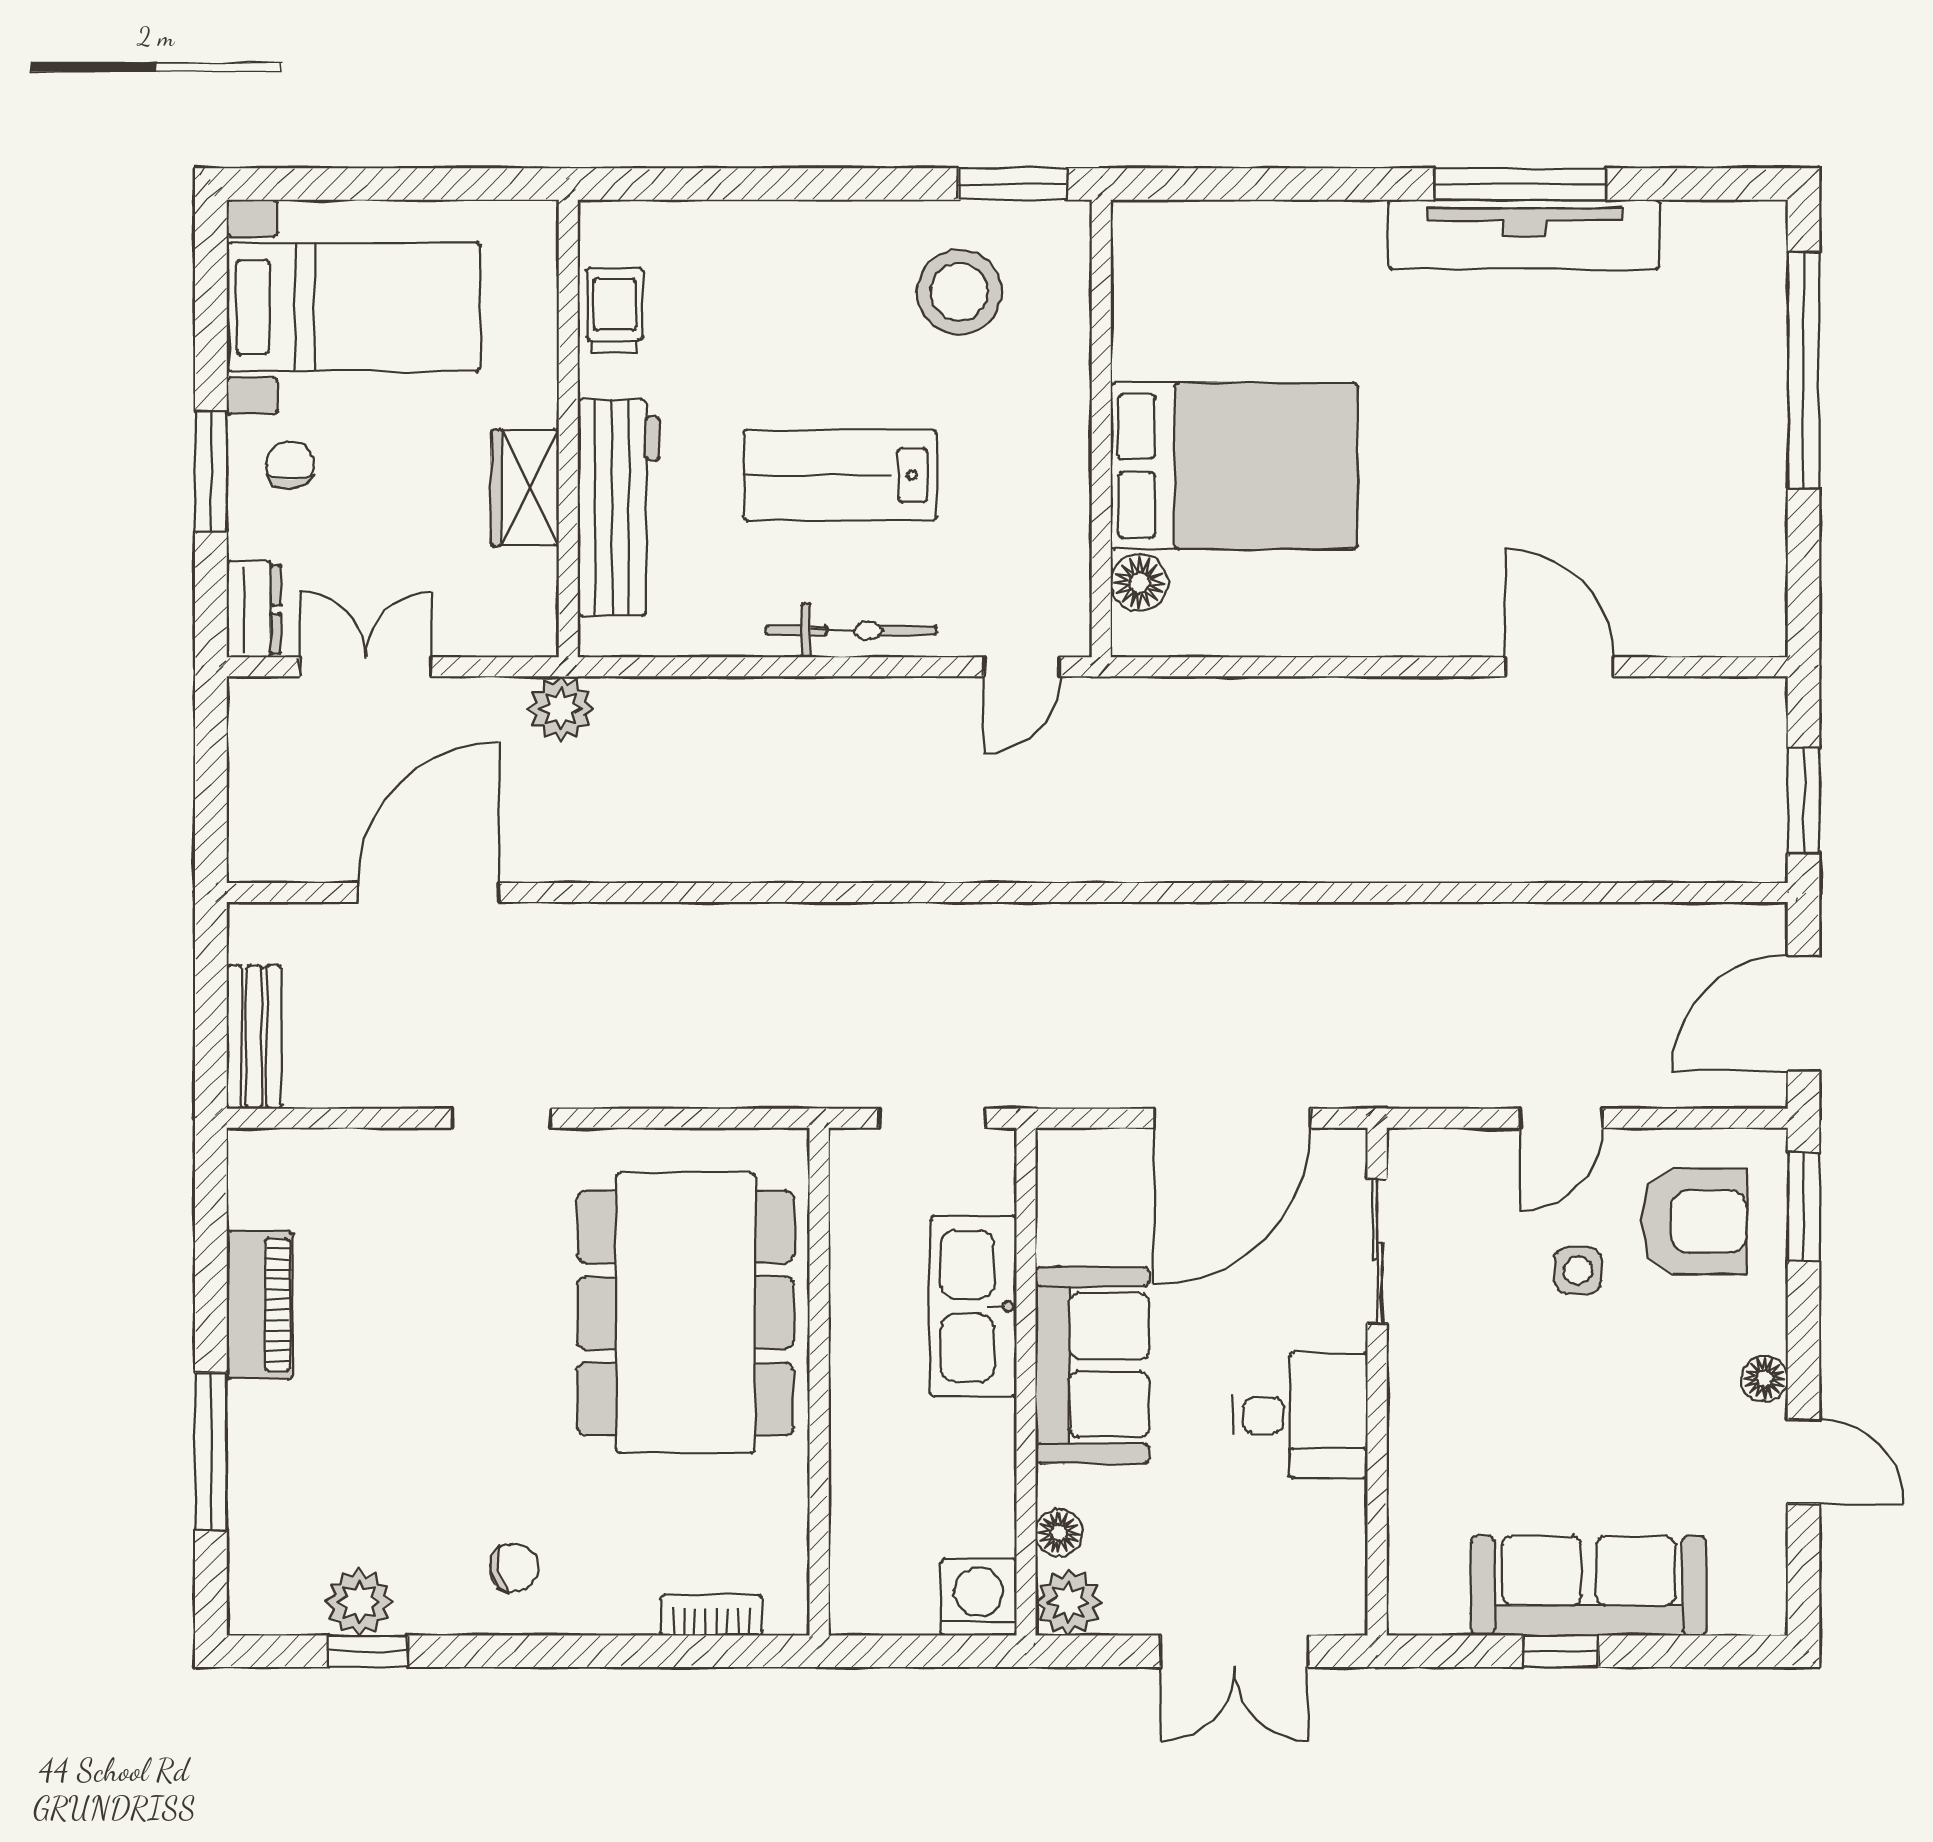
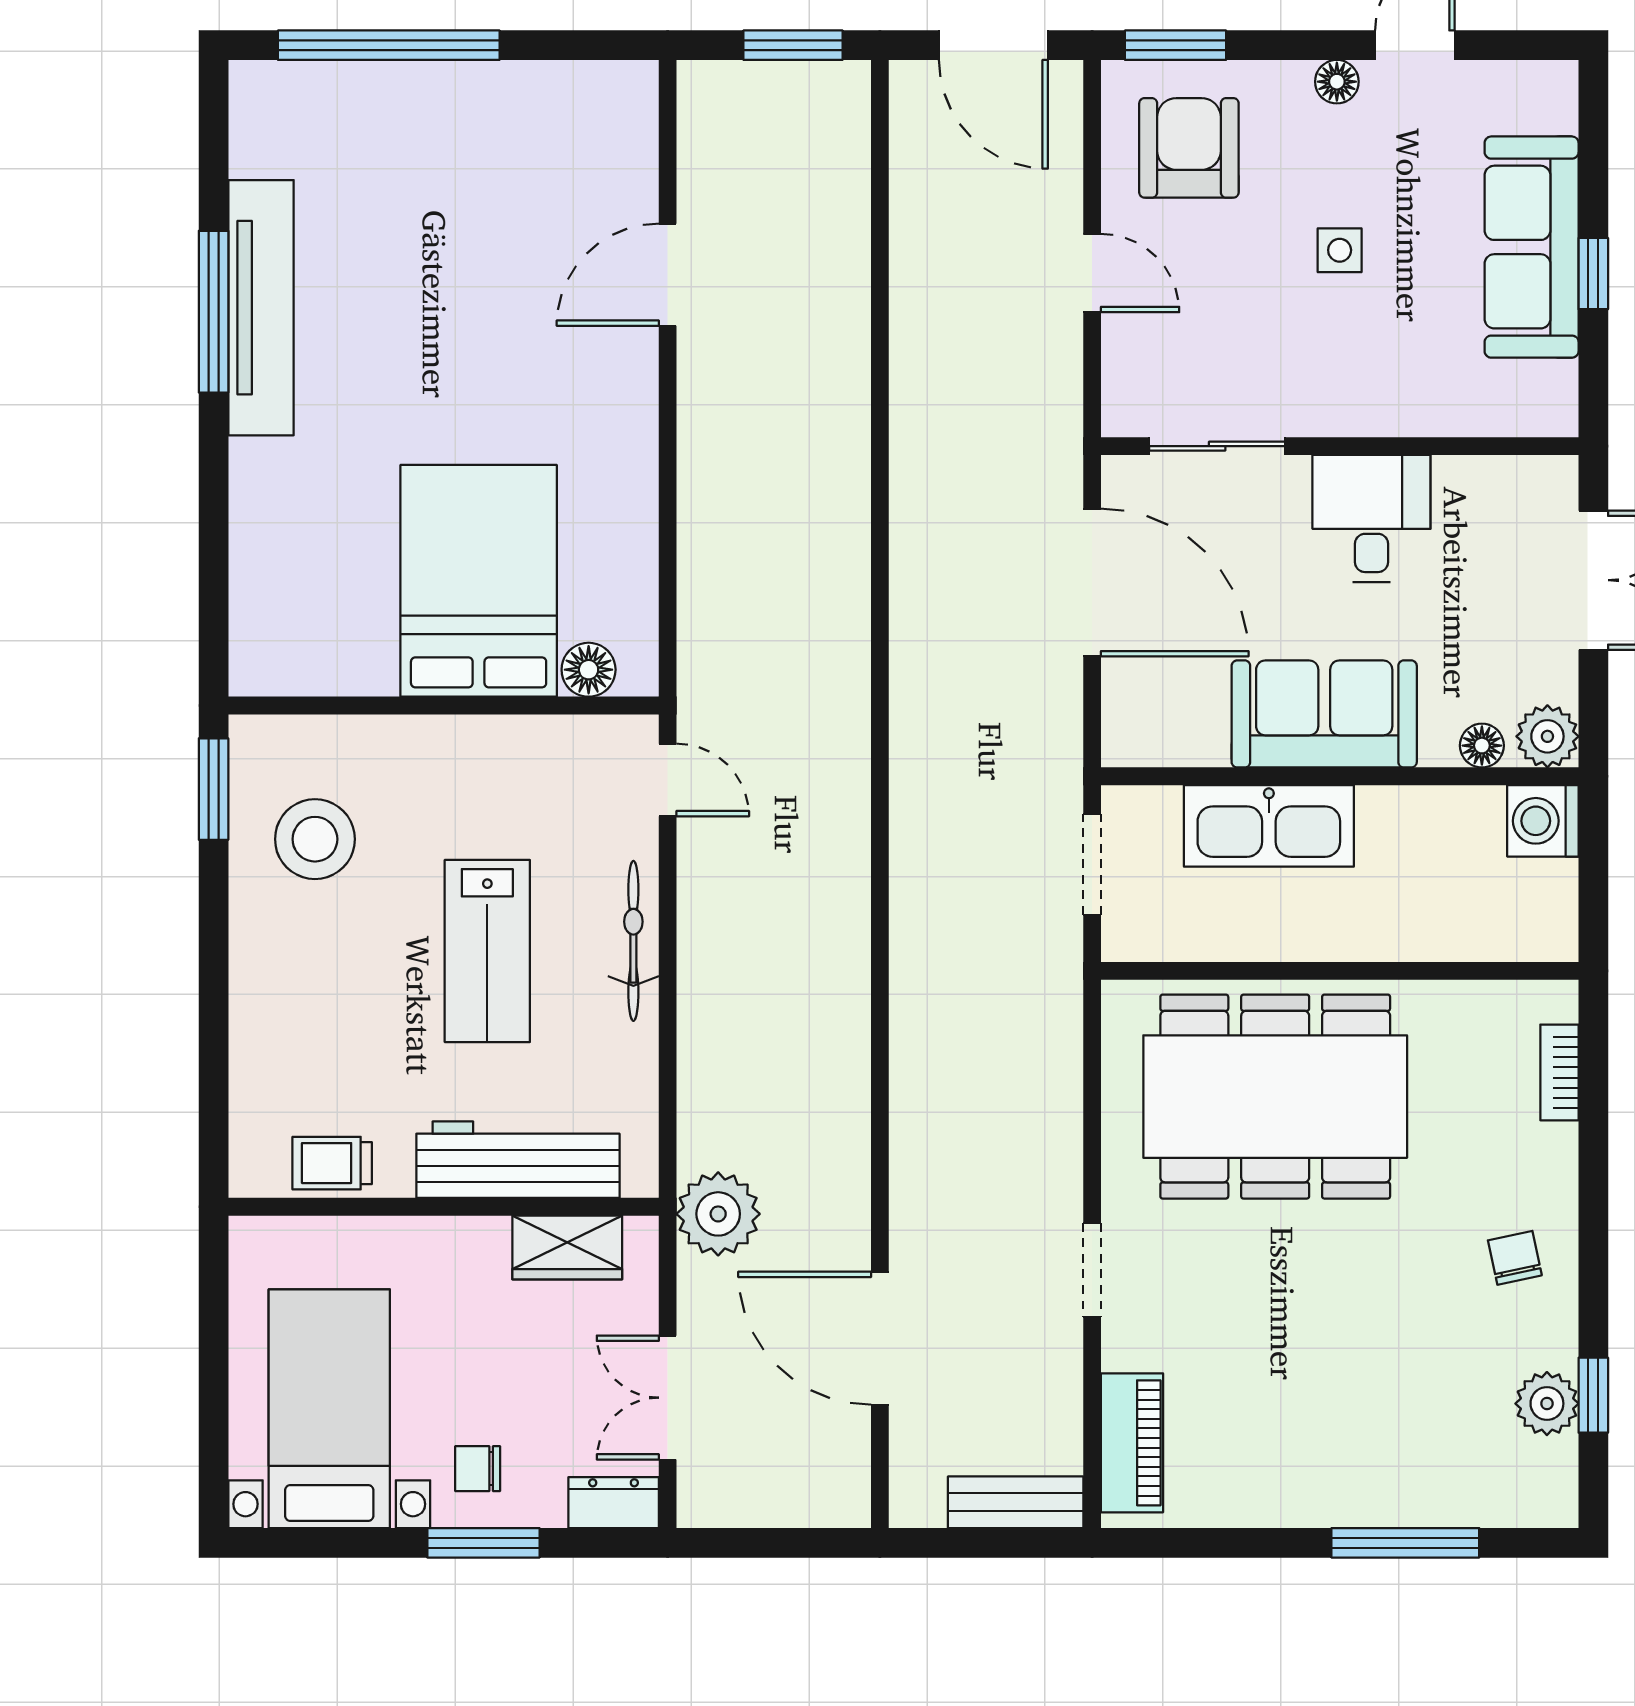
wardrobe: (525, 488) -> (567, 1247), moved
plant: (561, 709) -> (718, 1214), width x1.36, depth x1.36
side table: (1578, 1270) -> (1340, 250), moved
piano: (260, 1305) -> (1132, 1443), moved, turned 90

